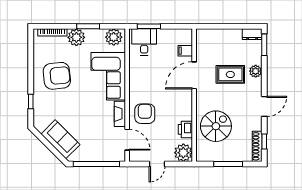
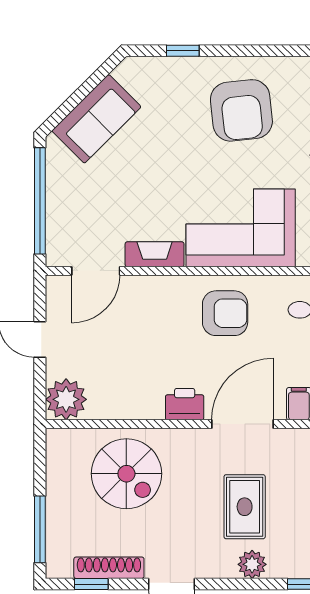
door: (194, 75) -> (243, 424), hinge flipped
armchair: (145, 114) -> (225, 313), moved
printer: (185, 129) -> (185, 404), moved
shoe rack: (257, 146) -> (109, 568), moved
window: (228, 164) -> (40, 529), moved

